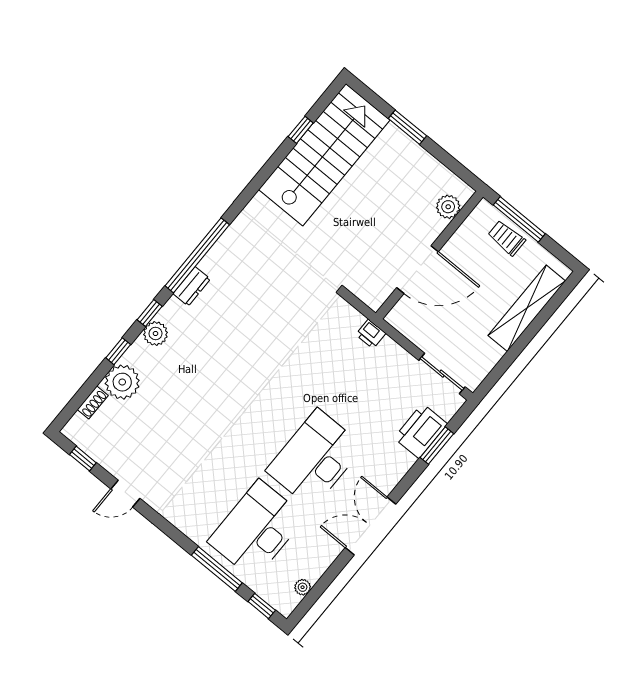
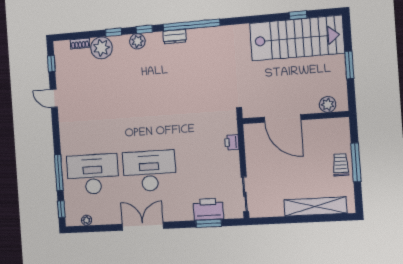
plant: (448, 207) -> (328, 104), moved
wall: (429, 255) -> (295, 118), moved
door: (417, 270) -> (283, 118), moved

